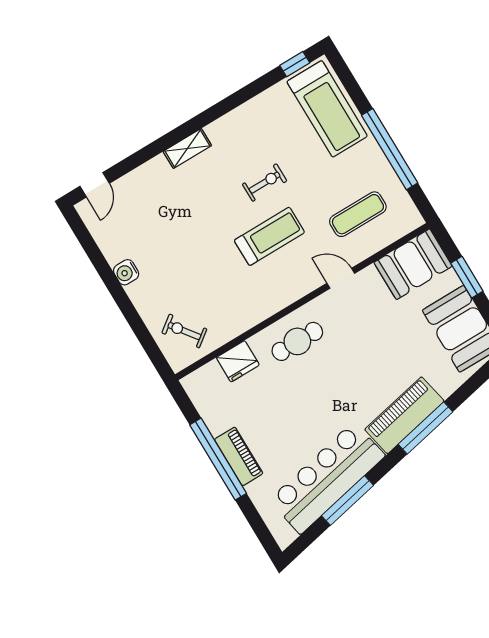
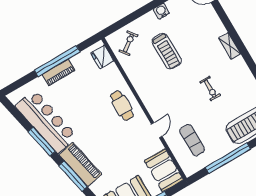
treadmill: (269, 236) -> (167, 51), moved
fridge: (238, 361) -> (102, 57), moved
window: (348, 501) -> (42, 142), moved

